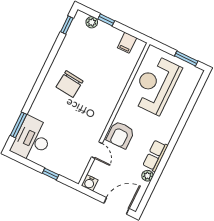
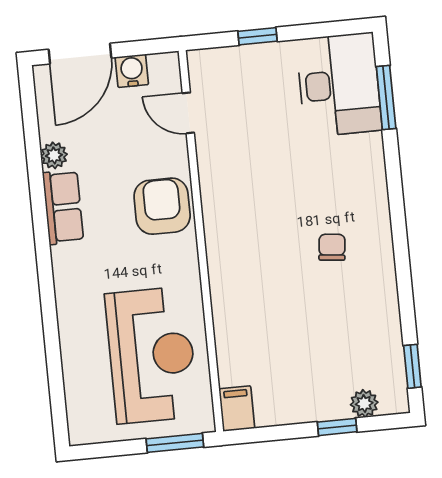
filing cabinet: (127, 43) -> (237, 409), moved
window: (186, 59) -> (175, 443), moved
chair: (70, 84) -> (332, 247), width x0.54, depth x0.54
door: (97, 150) -> (188, 113), moved
water cooler: (90, 183) -> (132, 71), moved

